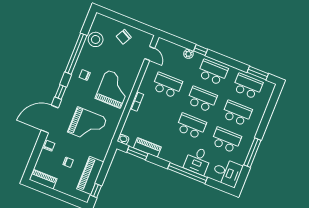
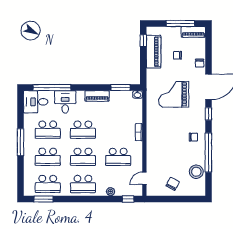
window: (201, 50) -> (128, 199), moved
door: (150, 53) -> (144, 178), hinge flipped
grand piano: (113, 89) -> (164, 135), removed
piano: (147, 147) -> (97, 96), moved
window: (252, 153) -> (20, 142), moved
window: (188, 173) -> (52, 87), moved
window: (53, 193) -> (180, 23), added

